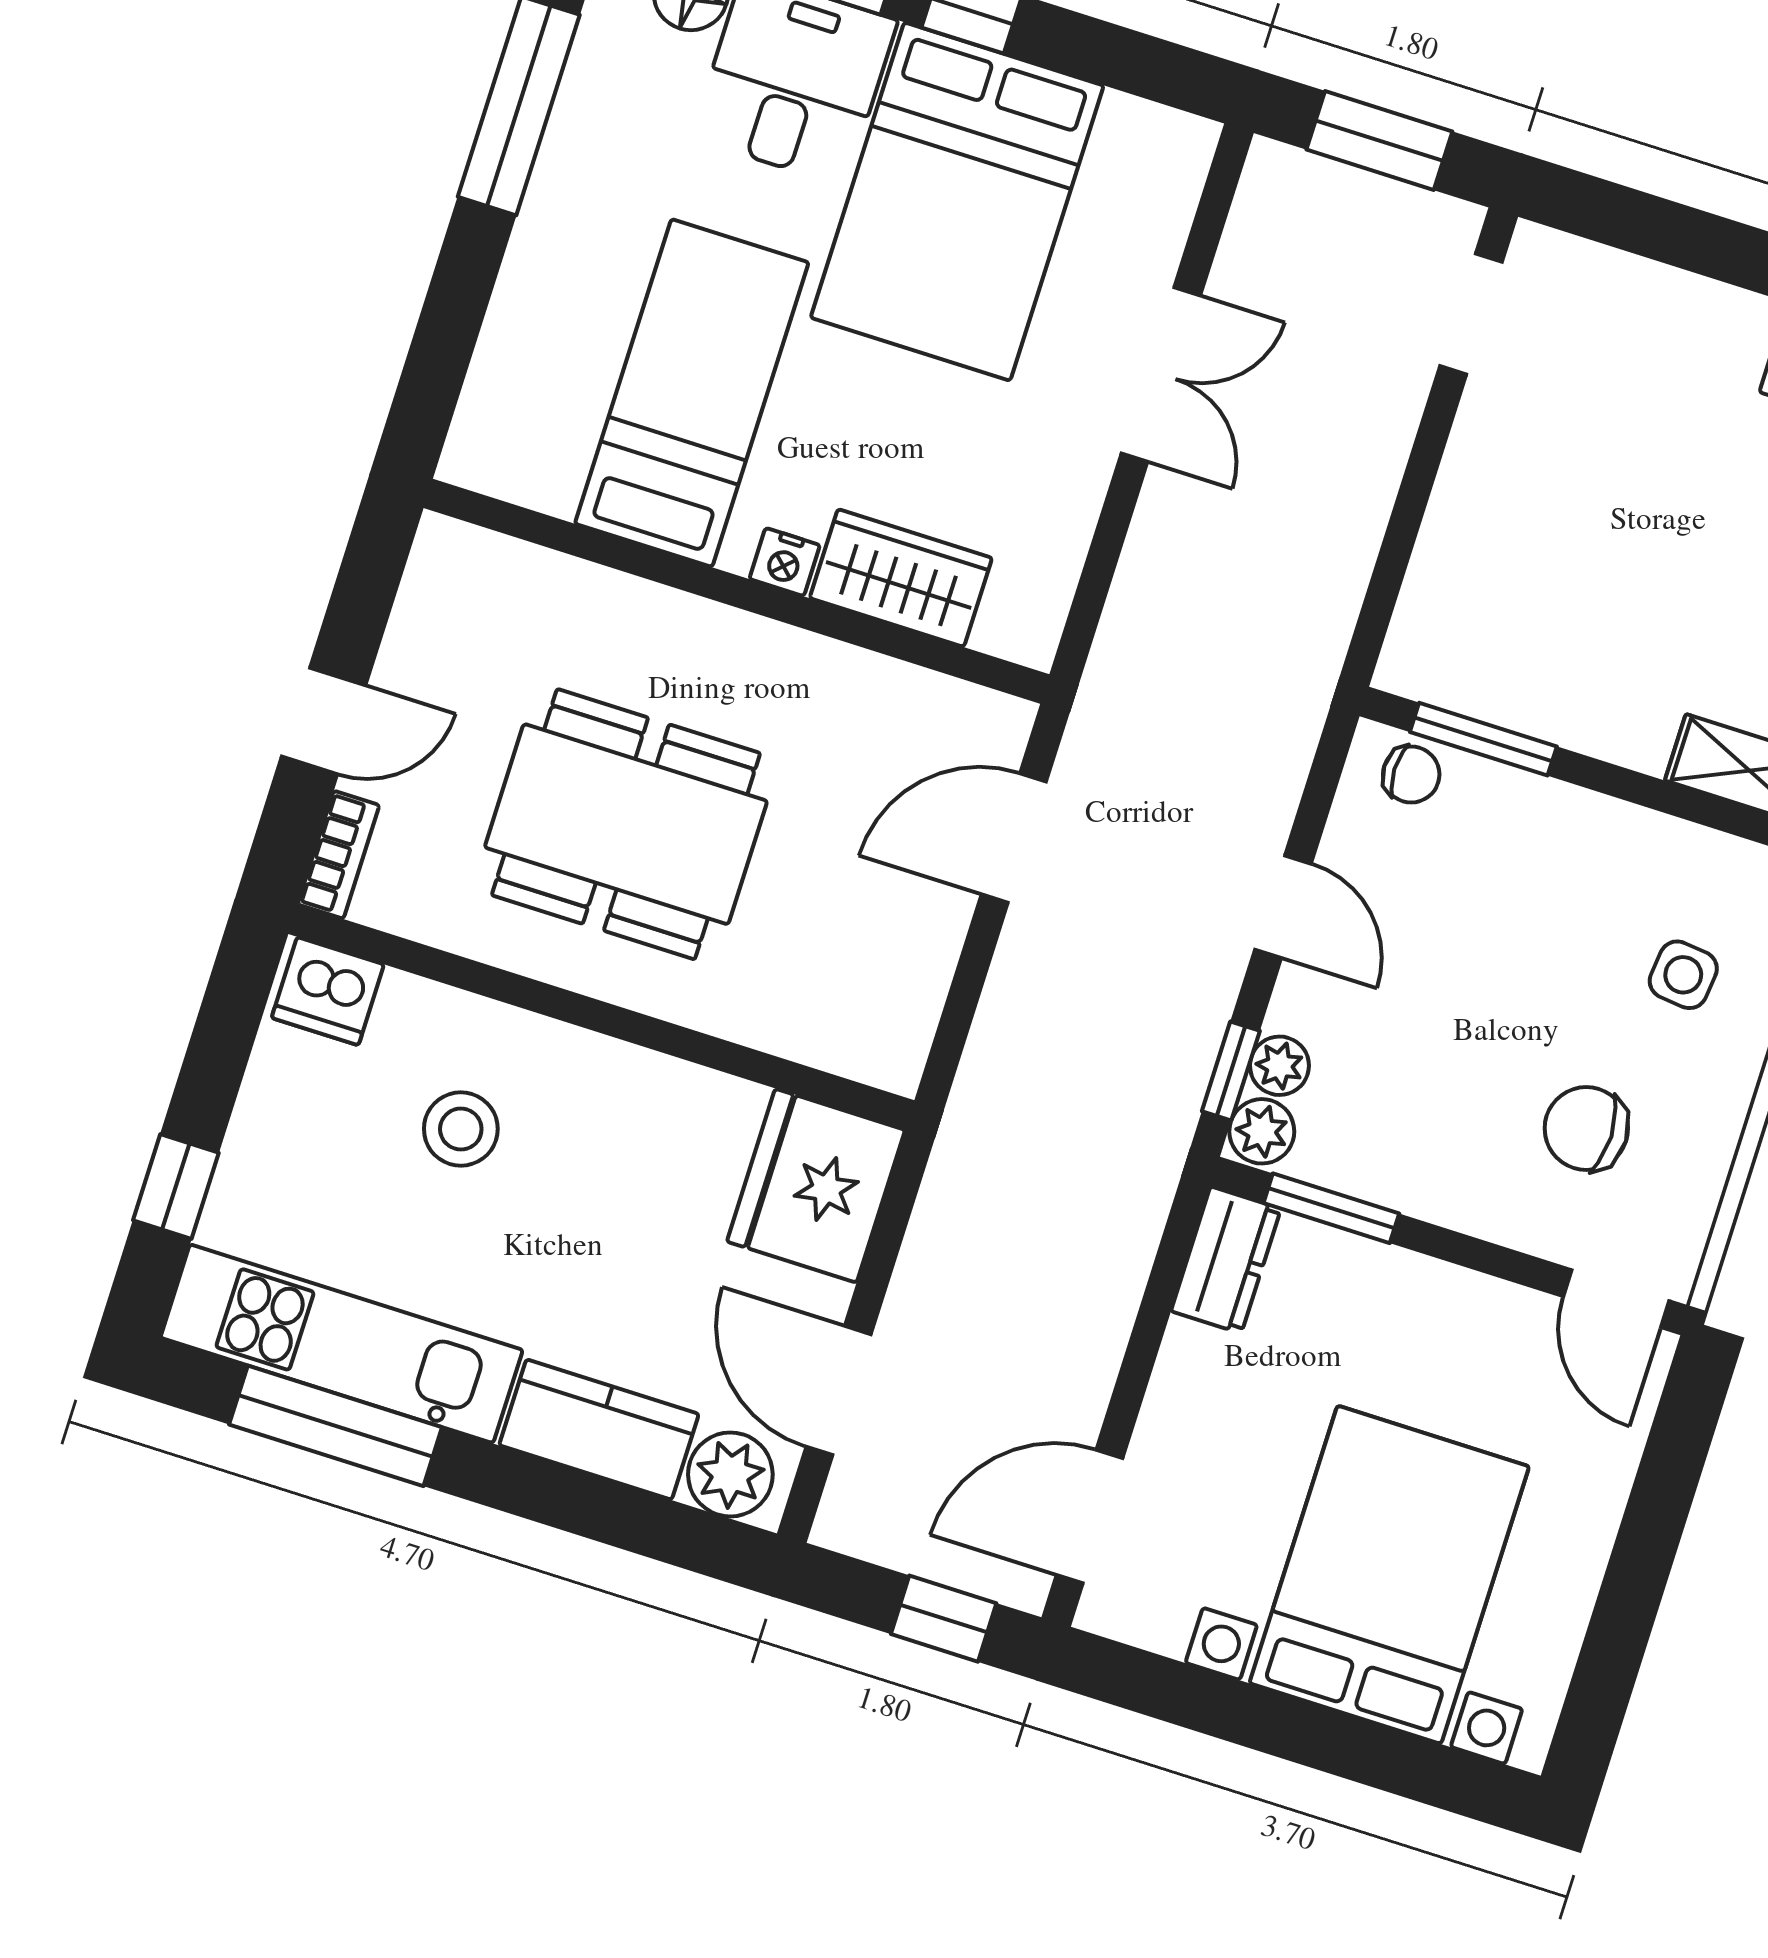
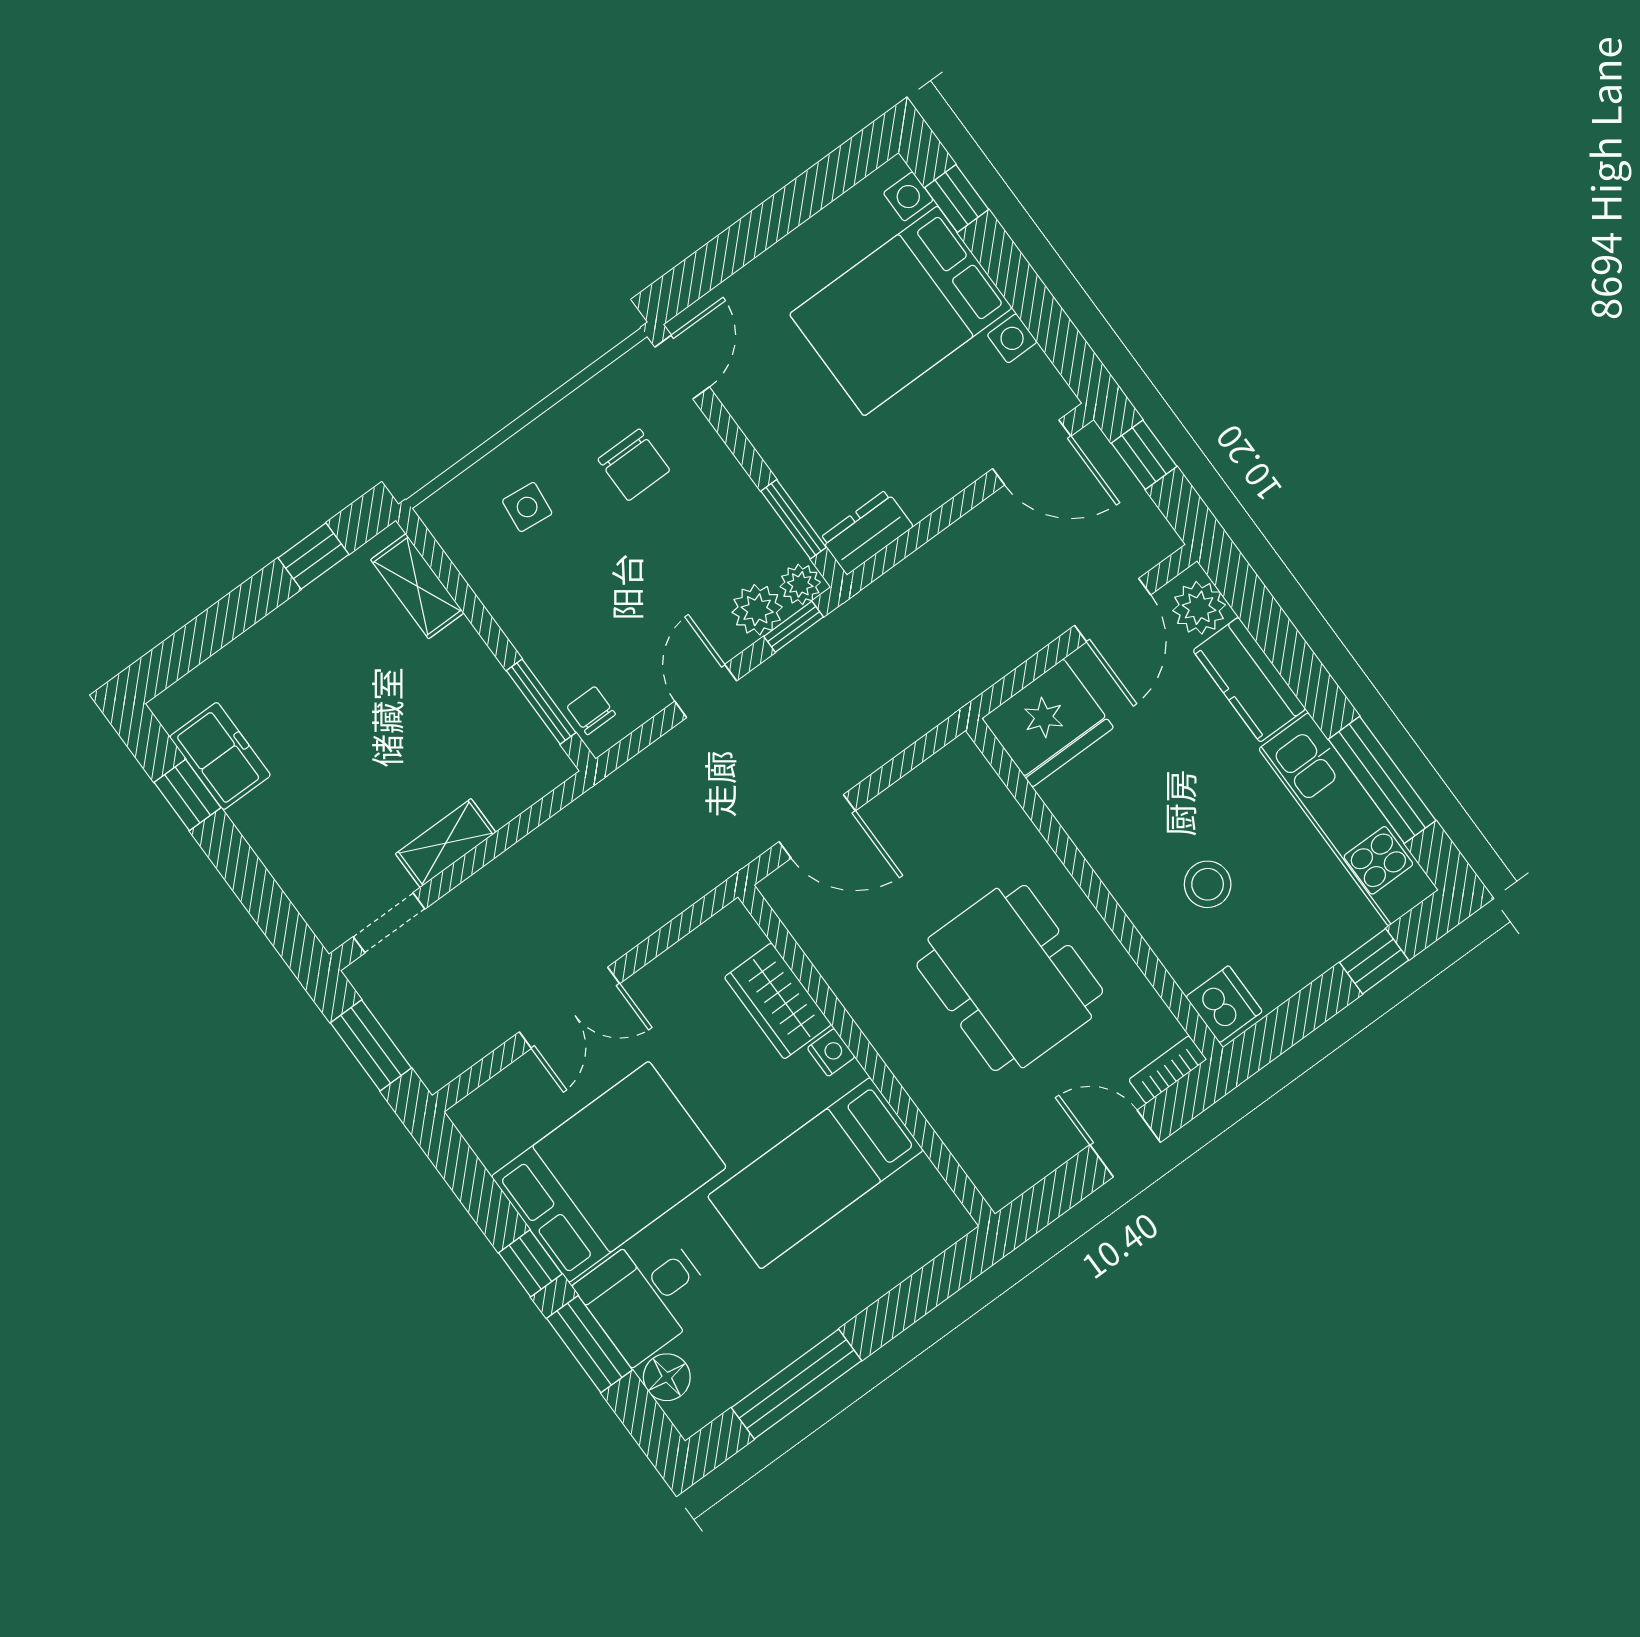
double door: (1161, 374) -> (569, 1008), swing flipped
shelving: (1473, 469) -> (446, 843), added
plant: (1279, 1066) -> (757, 610), width x1.38, depth x1.38
window: (1423, 1771) -> (957, 198), added

